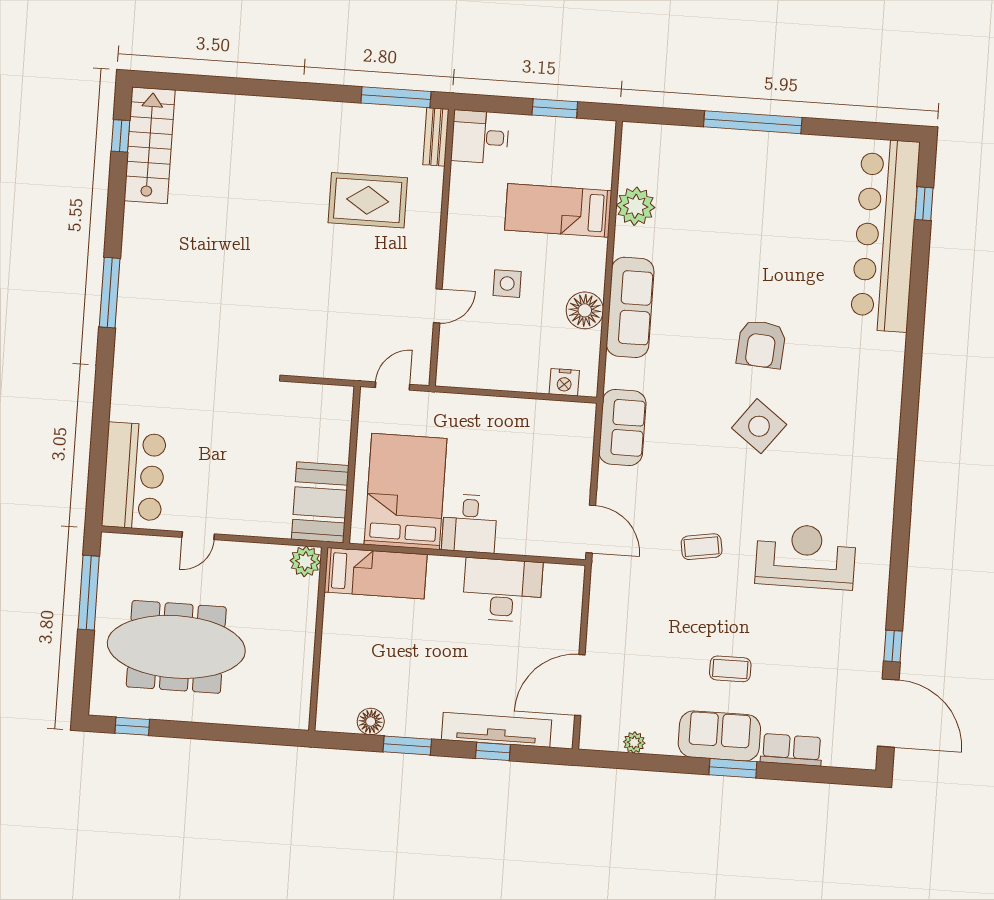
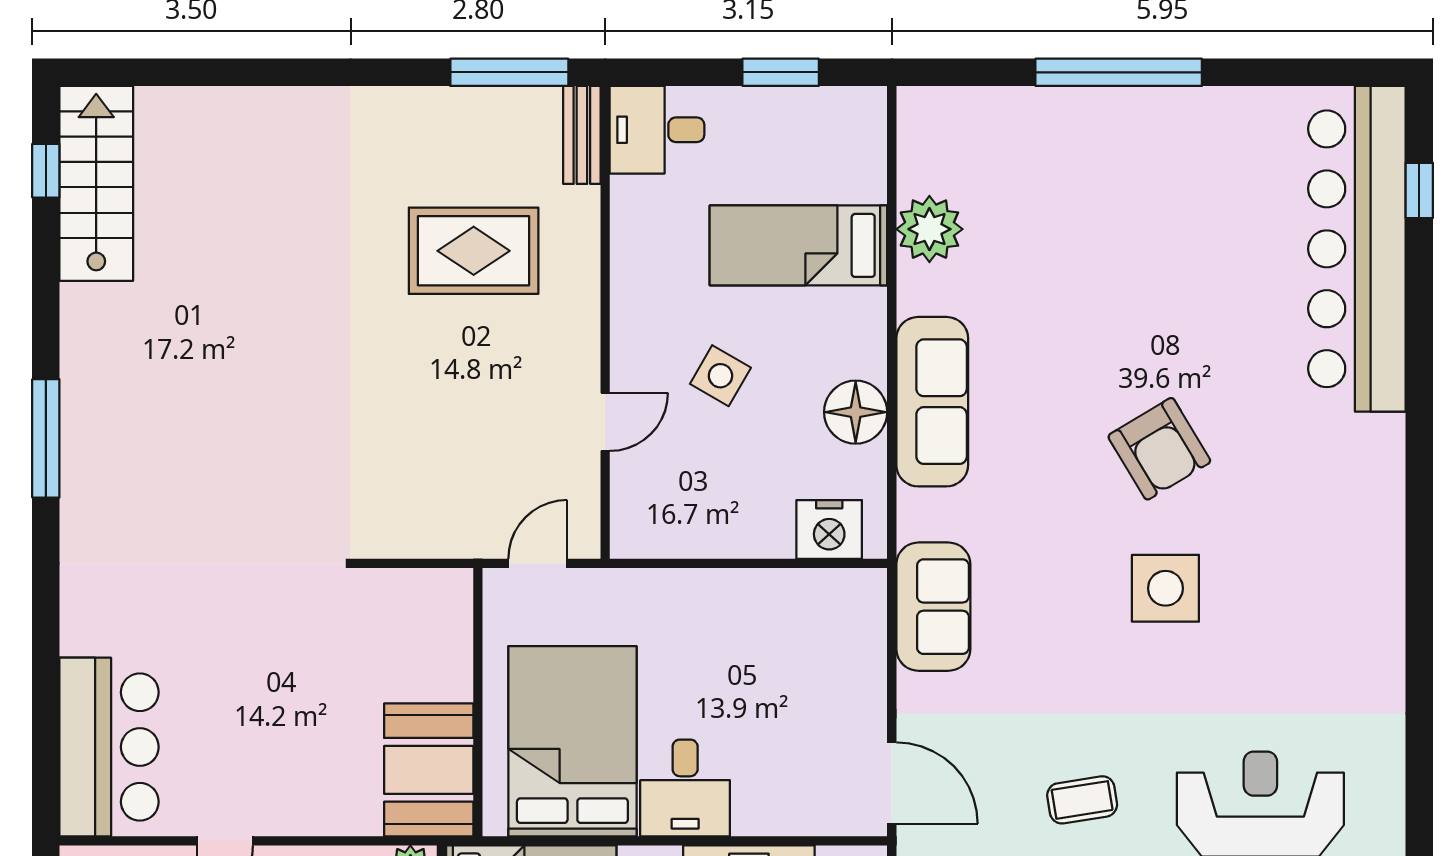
side table: (507, 284) -> (720, 376), turned 30
armchair: (761, 344) -> (1159, 449), turned -35
nightstand: (564, 382) -> (829, 529), width x1.36, depth x1.33
side table: (759, 426) -> (1165, 588), turned -37

